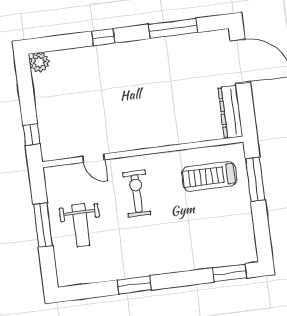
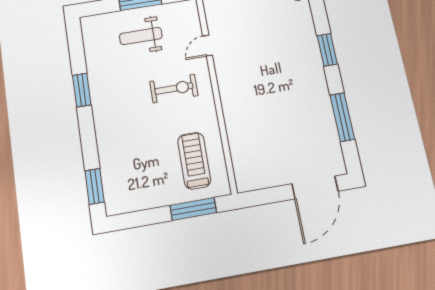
window: (103, 37) -> (327, 50), width x1.50
dresser: (230, 112) -> (262, 179), removed

